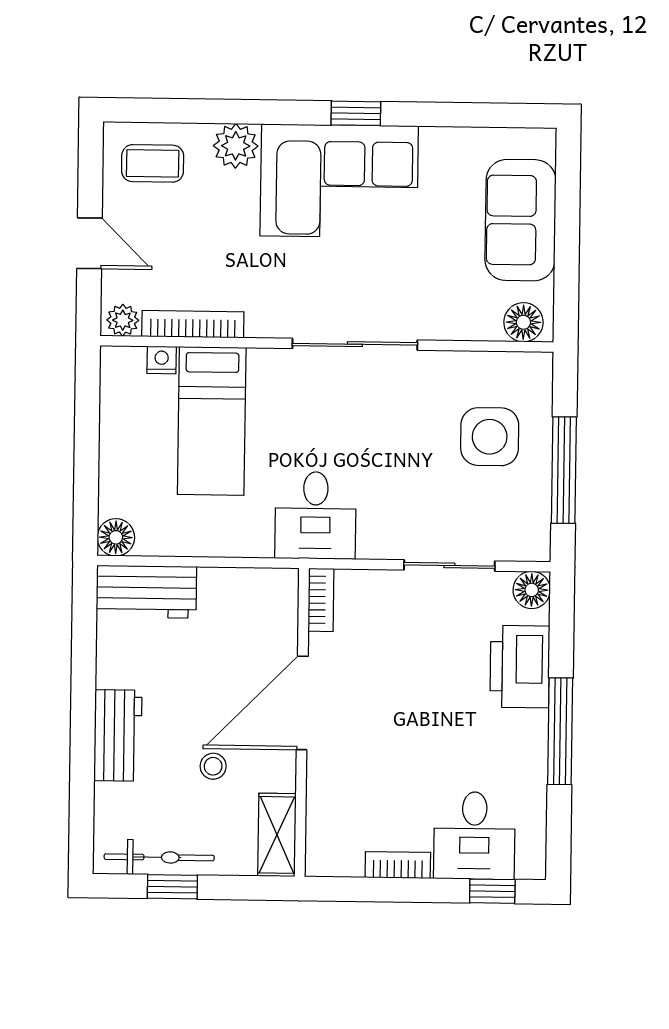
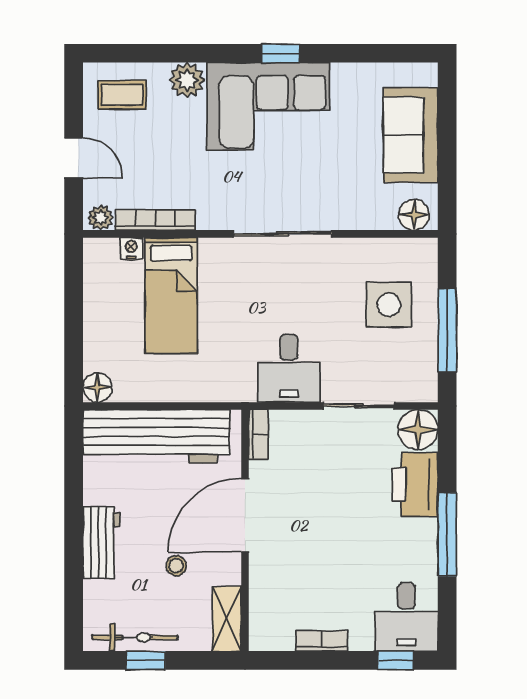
desk: (316, 515) -> (289, 368), moved
floor lamp: (532, 590) -> (418, 430), width x1.38, depth x1.38
workbench: (146, 592) -> (156, 436), width x1.88, depth x1.32
desk: (474, 836) -> (406, 617), moved

